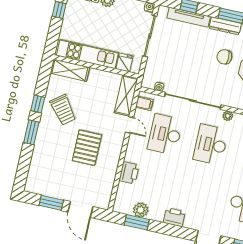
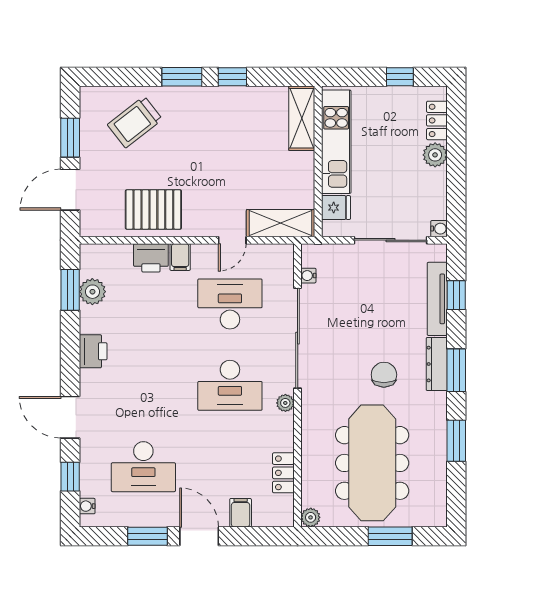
filing cabinet: (144, 103) -> (180, 257), moved
trolley: (63, 110) -> (135, 122), moved
desk: (211, 145) -> (230, 385), turned 180
pallet: (87, 148) -> (153, 209), moved

